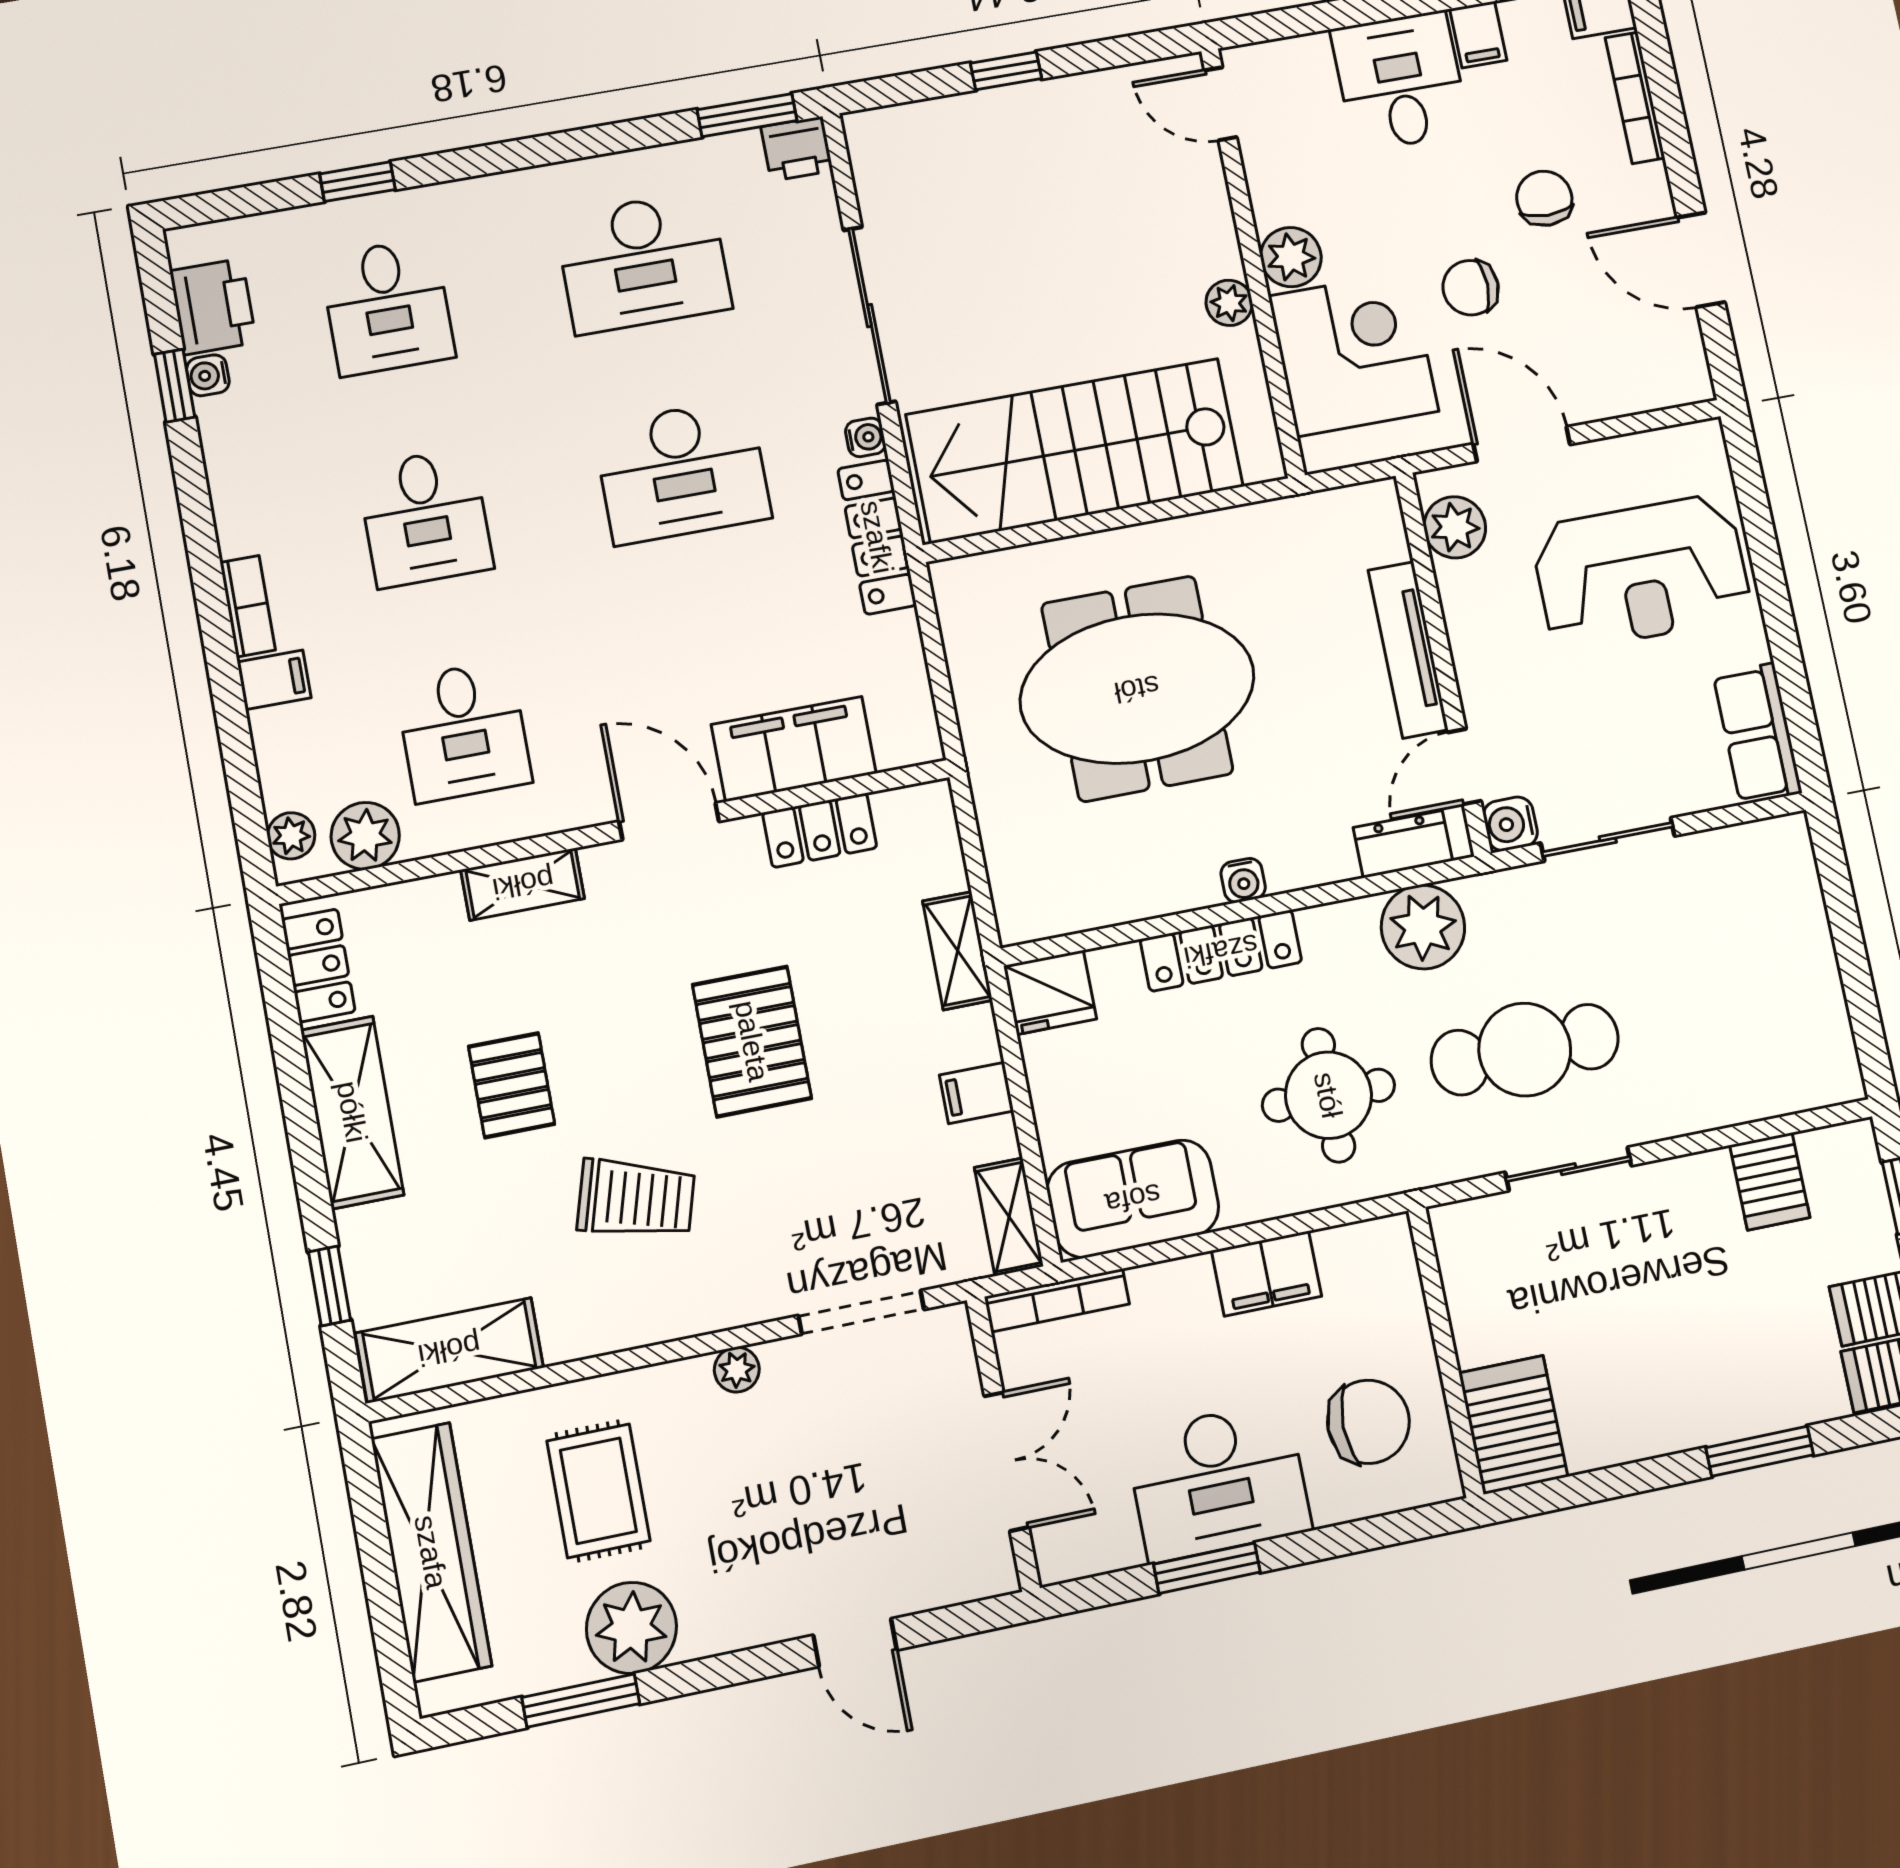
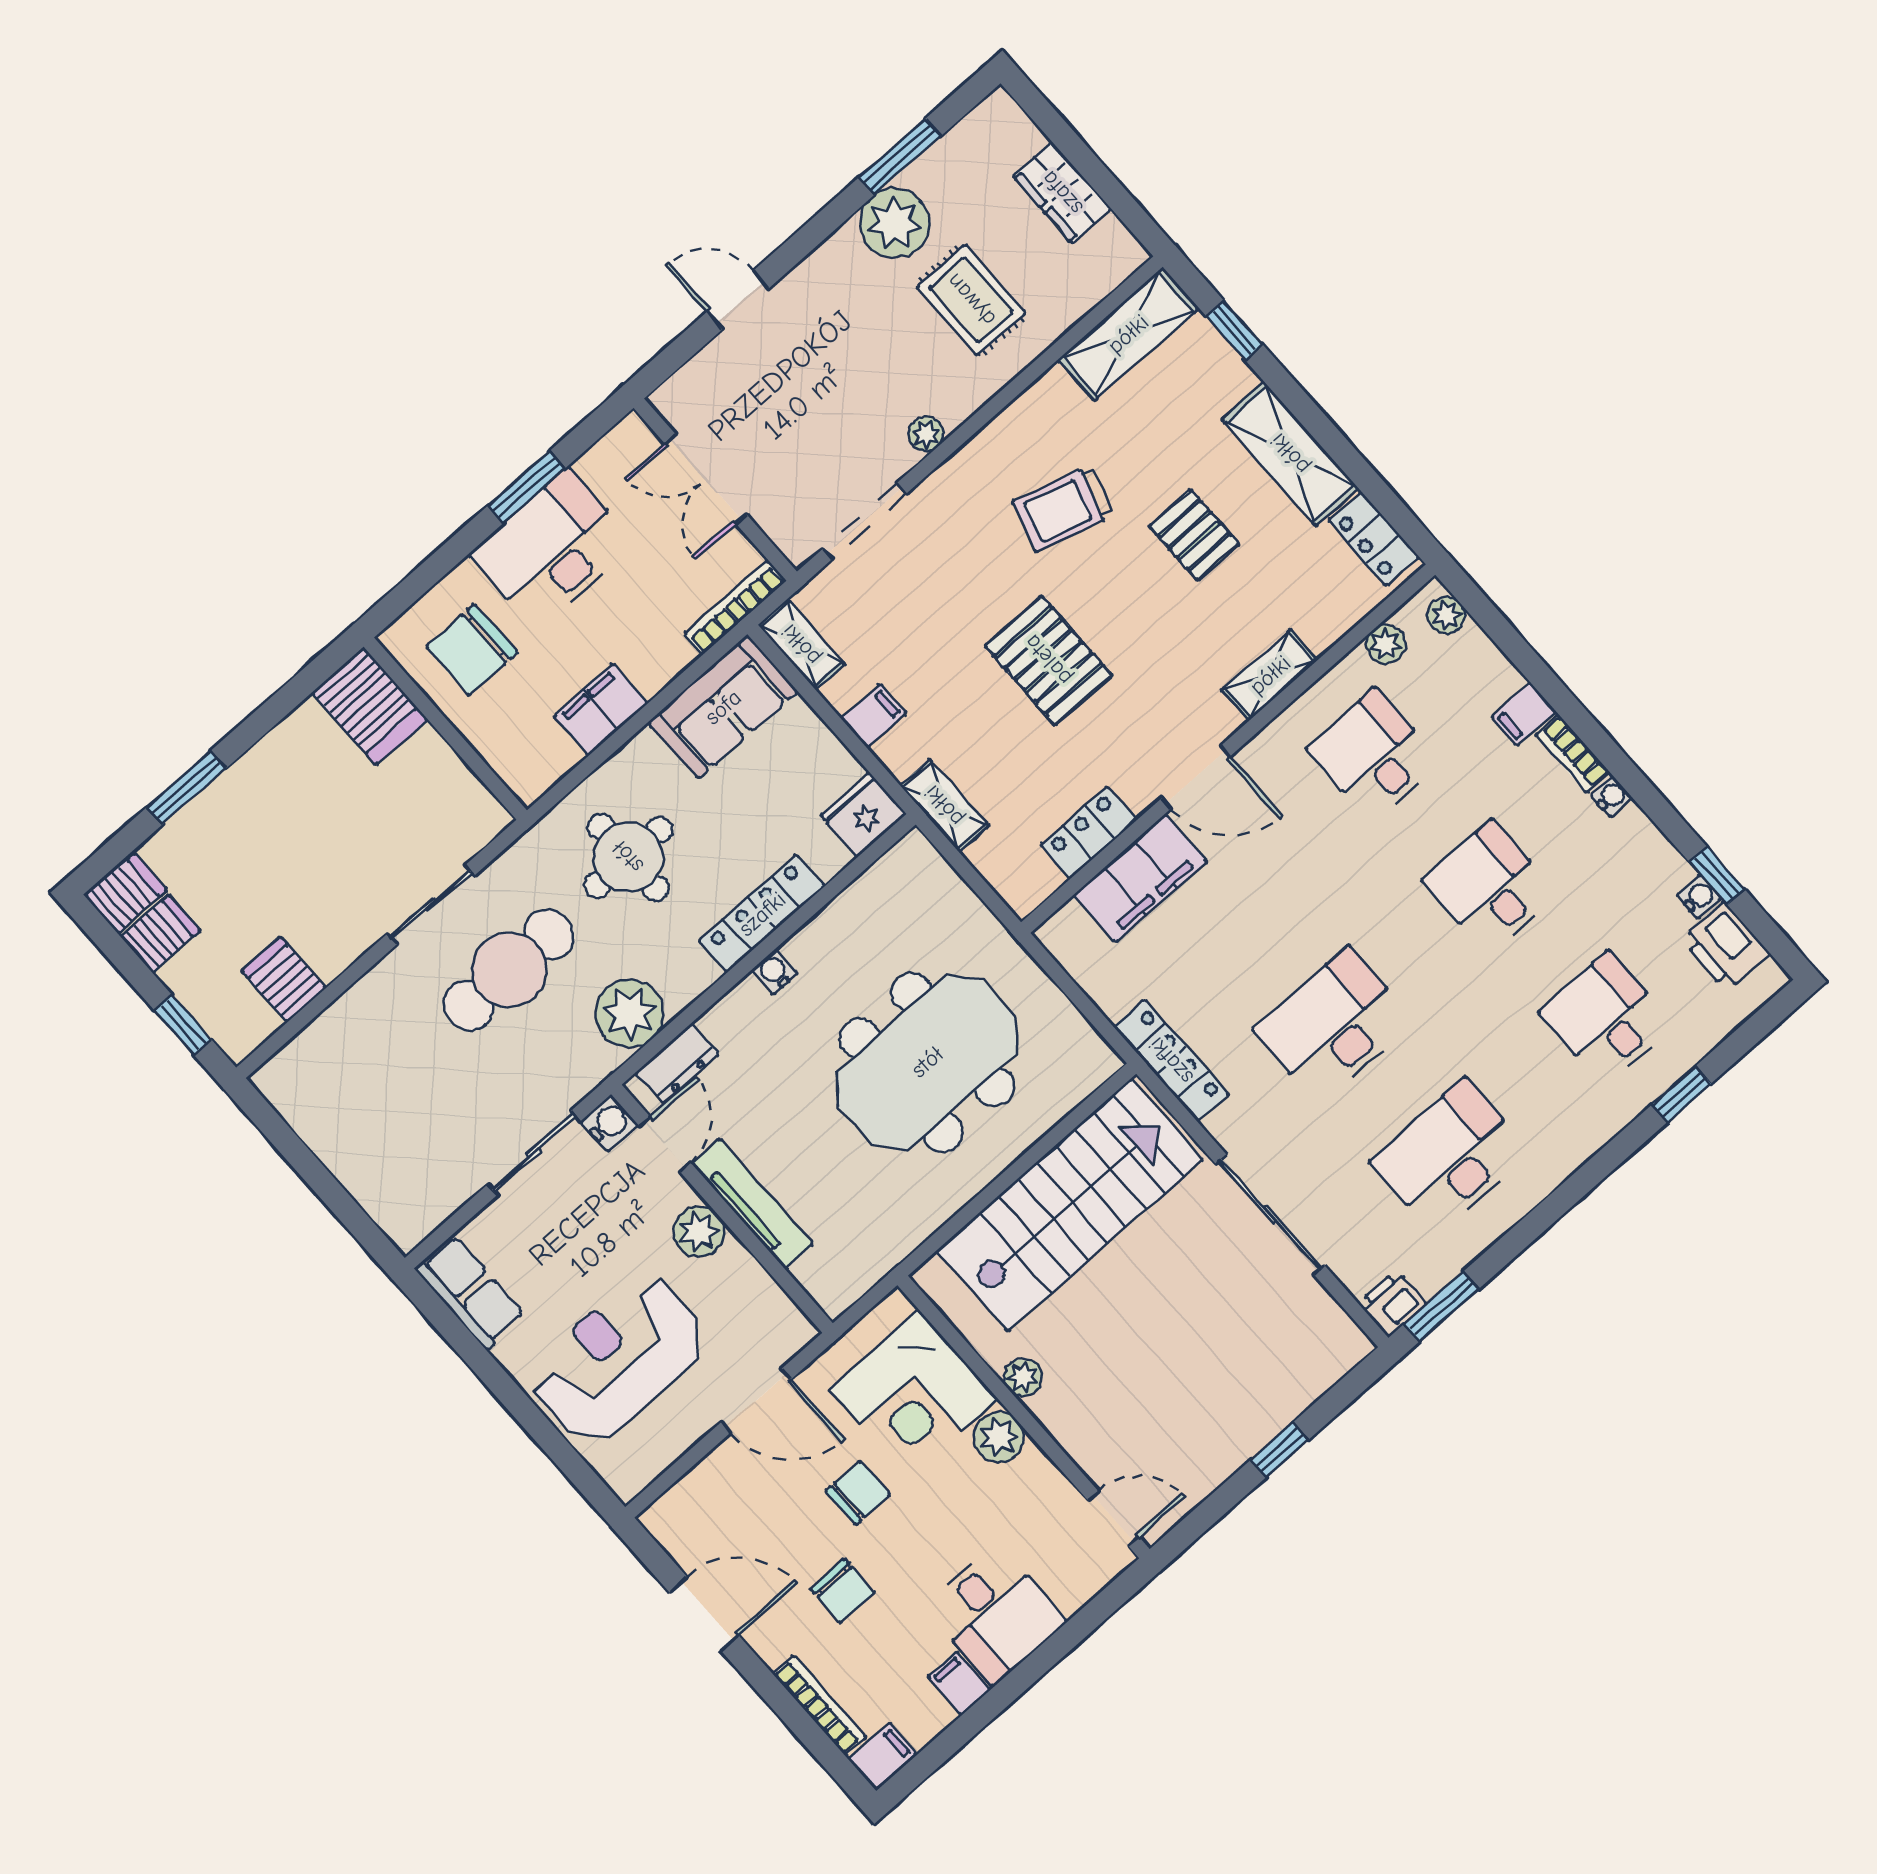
water cooler: (865, 437) -> (1611, 797), moved, turned 180
plant: (1455, 527) -> (699, 1232), moved
plant: (365, 836) -> (1386, 644), width x0.73, depth x0.73
wardrobe: (431, 1552) -> (1062, 193), width x0.48, depth x0.85

